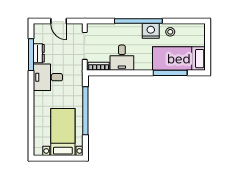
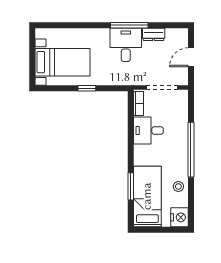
nightstand: (151, 31) -> (179, 217), moved
window: (31, 55) -> (129, 25), moved
window: (170, 73) -> (131, 186), width x0.69
window: (85, 111) -> (87, 88), width x0.32

